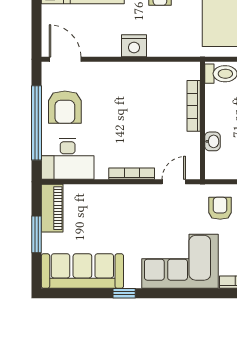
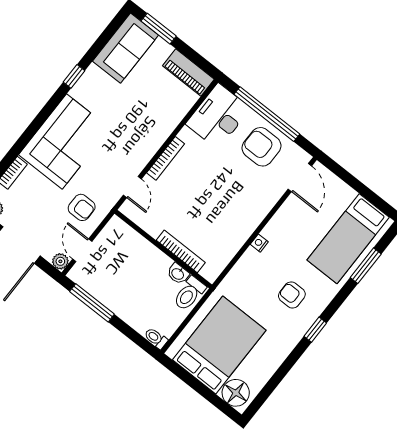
nightstand: (134, 46) -> (259, 243), width x0.53, depth x0.56
door: (65, 59) -> (300, 177), hinge flipped
washbasin: (212, 141) -> (178, 274), moved
window: (37, 234) -> (159, 29), moved
sofa: (82, 271) -> (125, 48), width x0.73

